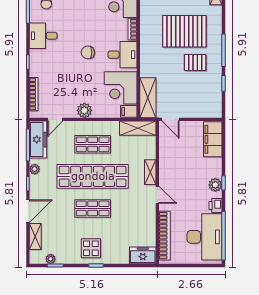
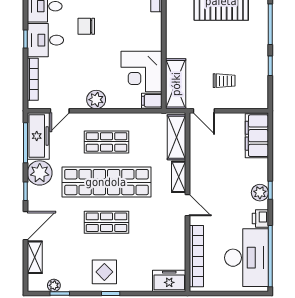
chair: (88, 52) -> (86, 26), moved
desk: (122, 55) -> (45, 40), moved, turned 180
pallet: (195, 63) -> (235, 40), removed
trolley: (187, 95) -> (224, 81), added
shelving: (138, 128) -> (177, 137), moved, turned 90
plant: (35, 169) -> (40, 173), width x1.88, depth x1.88

